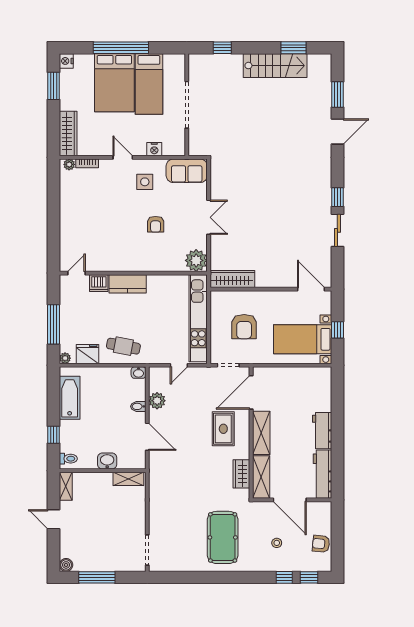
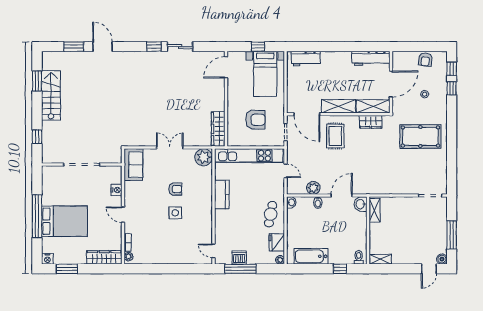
bed: (149, 84) -> (65, 194), removed
door: (123, 157) -> (123, 215), hinge flipped
side table: (145, 182) -> (175, 213), moved
dishwasher: (99, 283) -> (239, 258), moved, turned -90
kitchen counter: (128, 284) -> (222, 195), moved
window: (54, 324) -> (240, 269), moved
rug: (223, 429) -> (335, 136), turned 90
workbench: (322, 431) -> (306, 59), moved
washbasin: (107, 461) -> (361, 204), moved
door: (54, 519) -> (429, 269), moved

